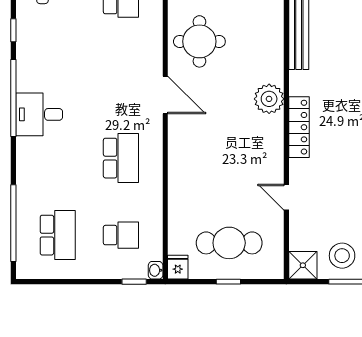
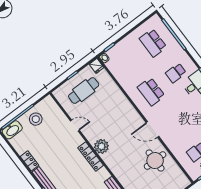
plant: (269, 99) -> (101, 146), moved
school desk: (121, 235) -> (176, 73), moved
shower: (303, 265) -> (48, 104), removed

